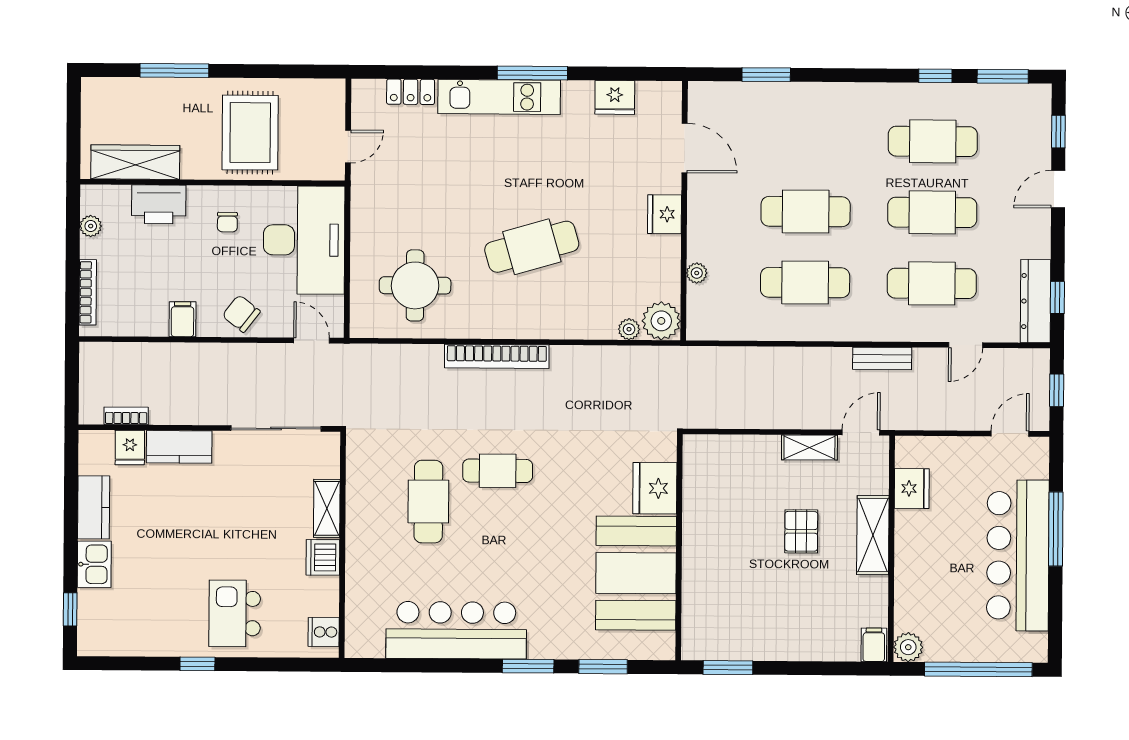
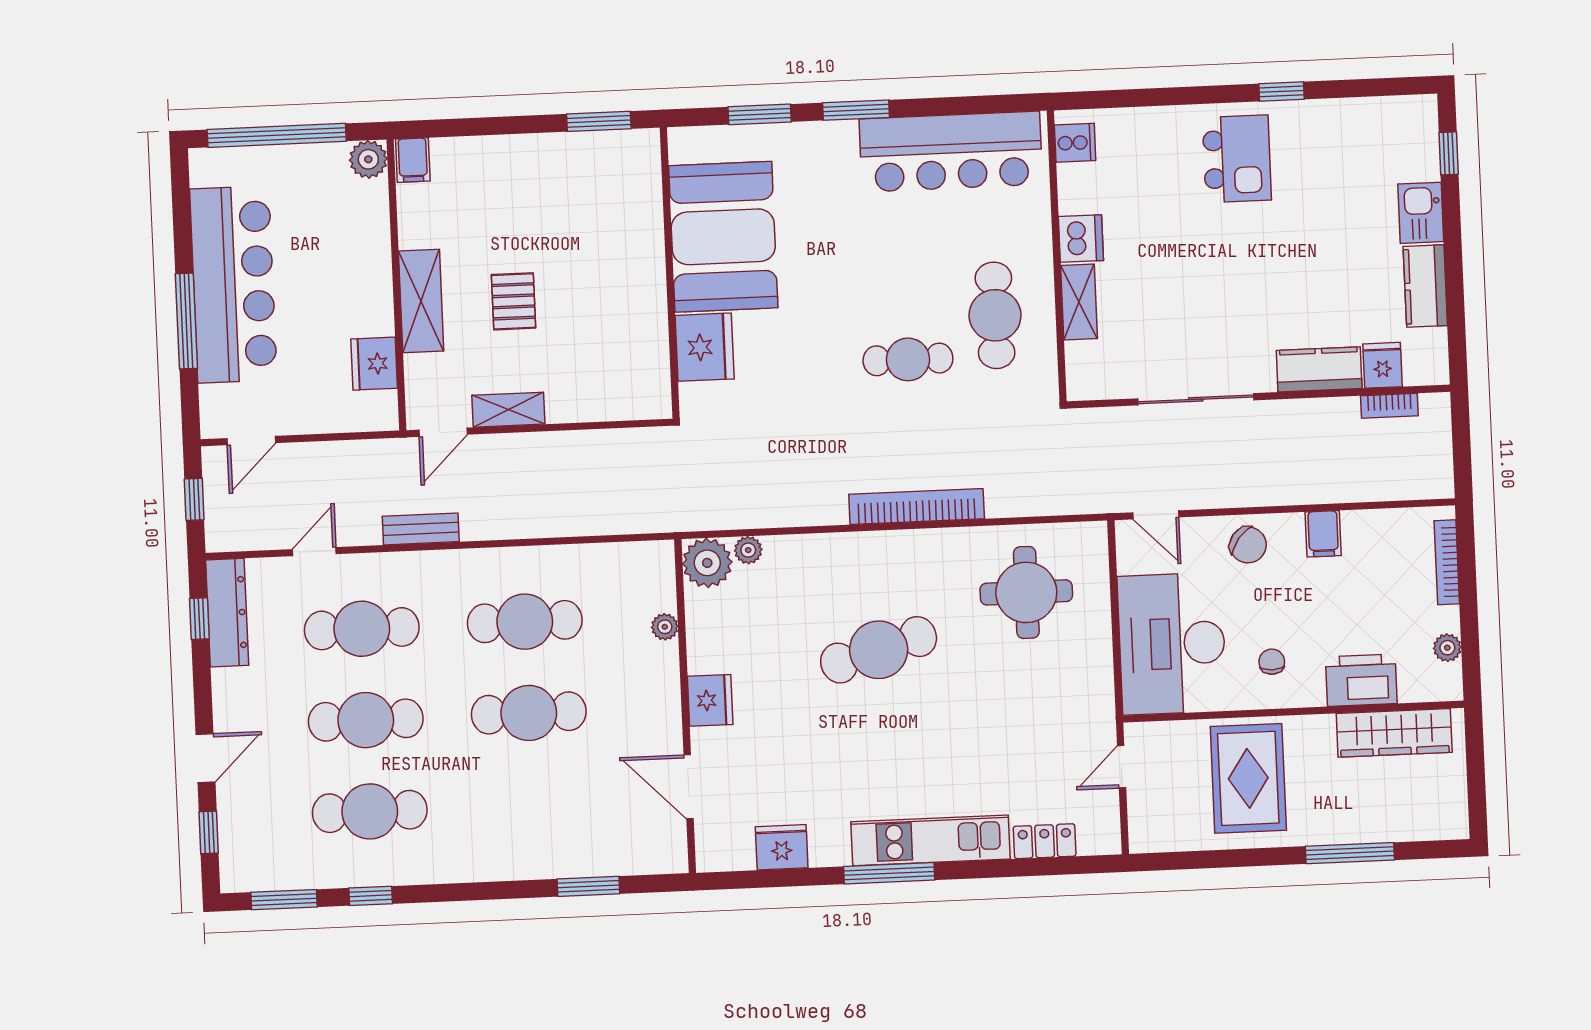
shelving: (327, 508) -> (1079, 302), moved
wall: (342, 545) -> (1057, 256), moved
dishwasher: (323, 557) -> (1081, 239), moved
cooker: (324, 632) -> (1075, 143), moved

